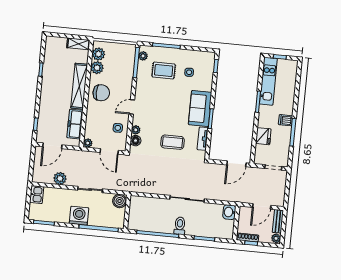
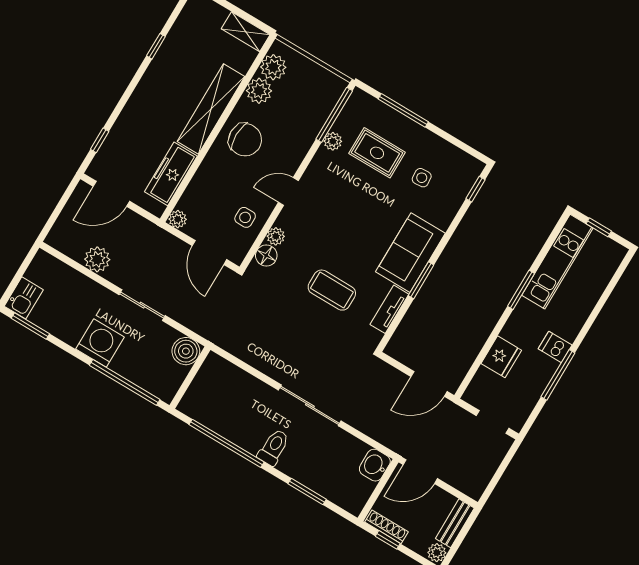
plant: (143, 56) -> (333, 141), moved
kitchen sink: (37, 195) -> (24, 298), moved
door: (262, 206) -> (420, 472), moved

